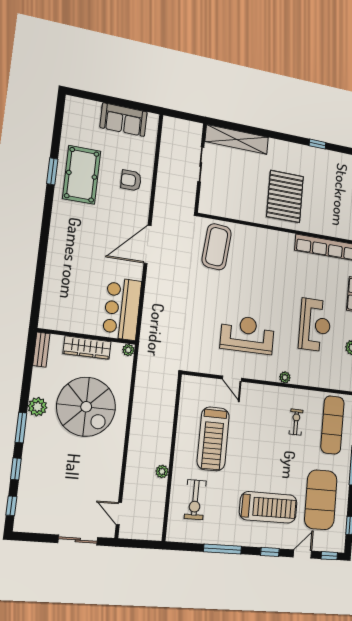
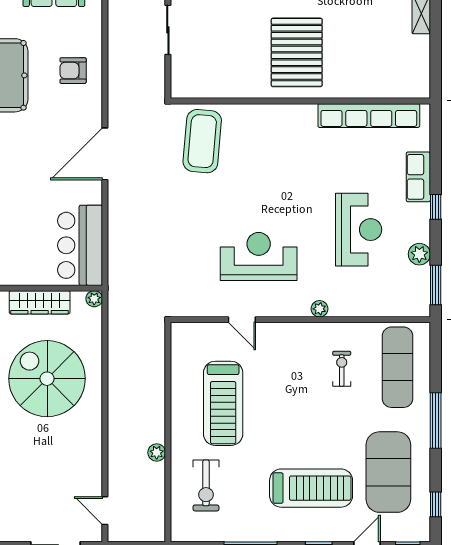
spiral stairs: (86, 407) -> (47, 379), turned 180

